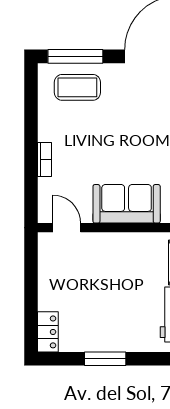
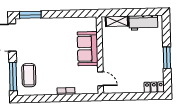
door: (67, 228) -> (100, 79), swing flipped

